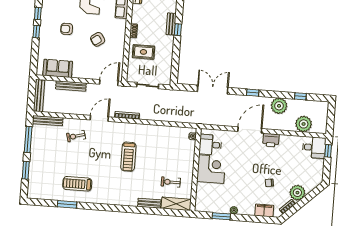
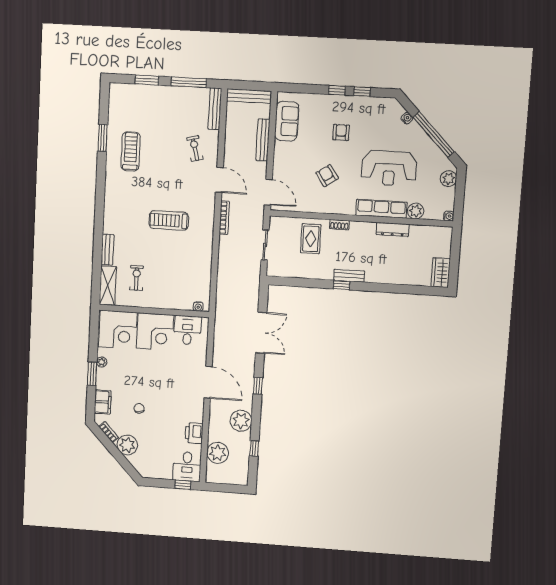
printer: (271, 140) -> (194, 433), moved
corner desk: (209, 197) -> (118, 330), added
window: (221, 216) -> (92, 374), moved

